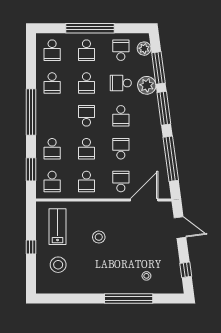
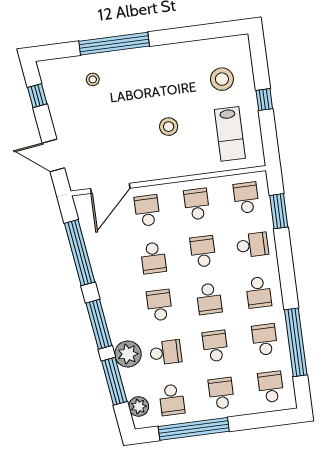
window: (90, 28) -> (194, 429), moved
window: (31, 112) -> (296, 342), moved
school desk: (52, 116) -> (259, 292), added
school desk: (52, 149) -> (252, 245), turned 90
school desk: (121, 182) -> (147, 211), turned 180

